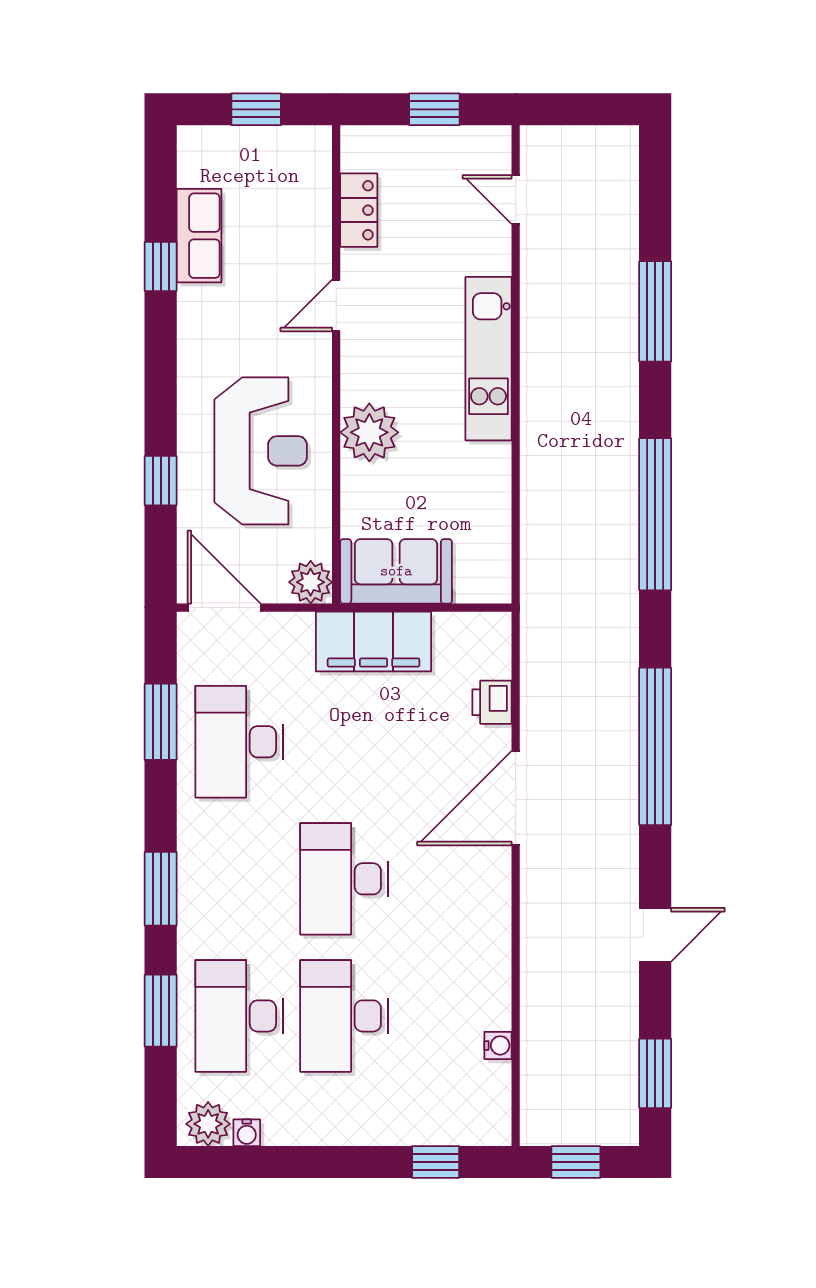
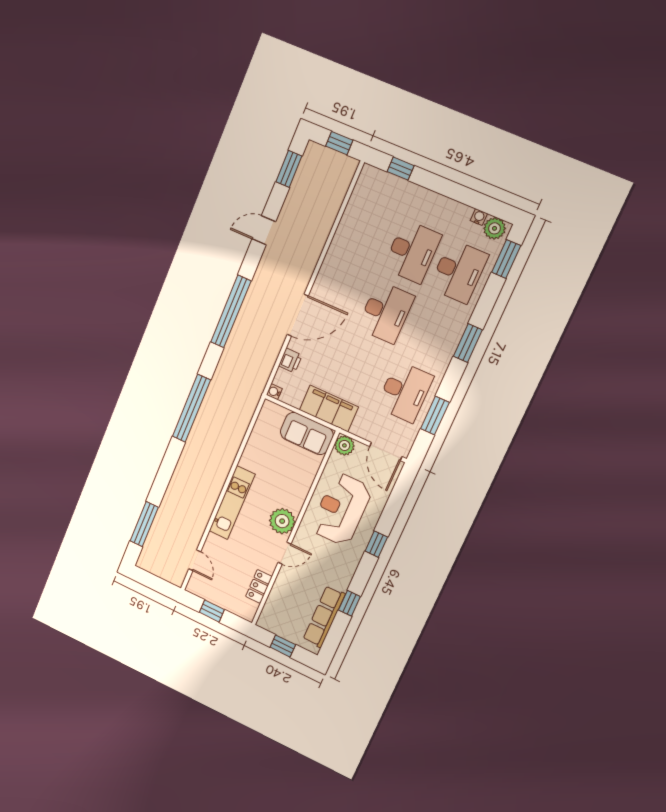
row of seats: (199, 236) -> (324, 617), width x1.48
window: (655, 311) -> (144, 524), moved
plant: (369, 432) -> (282, 521), moved
window: (161, 481) -> (376, 544), moved
window: (161, 1011) -> (506, 259), moved
water cooler: (498, 1045) -> (274, 392), moved

